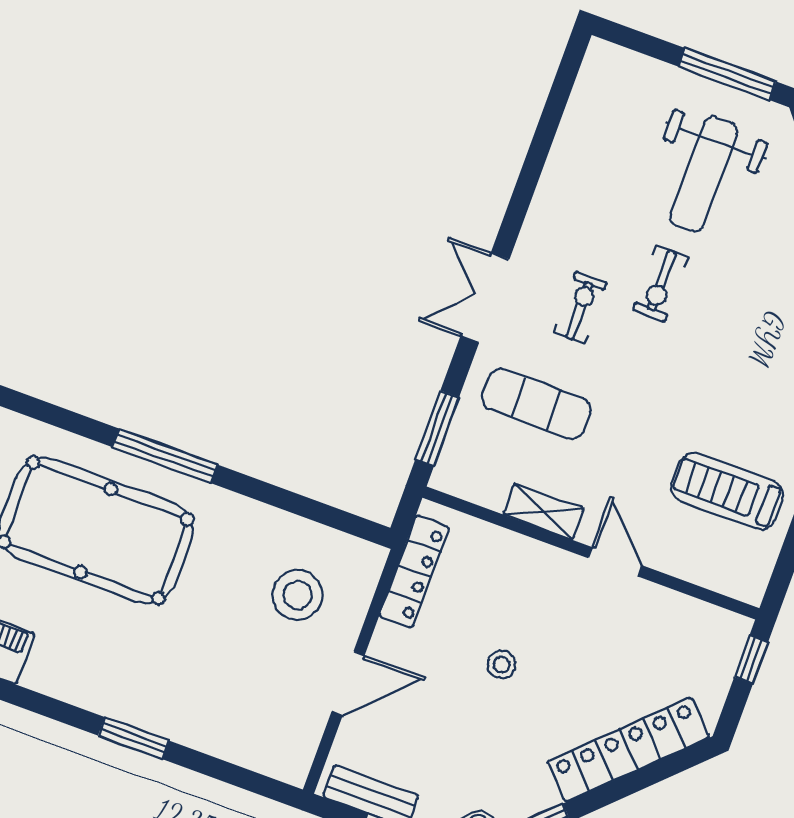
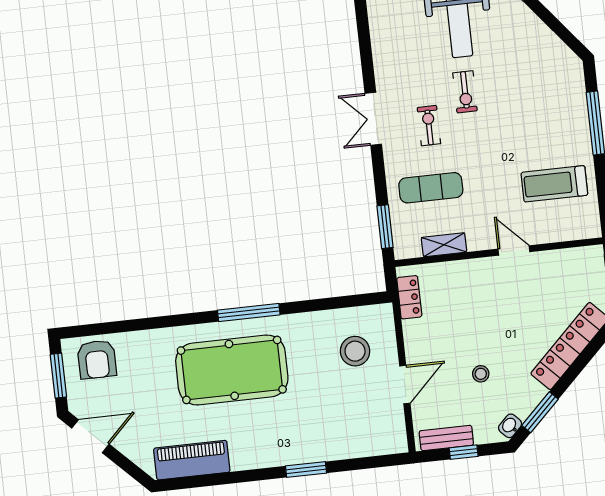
double door: (485, 298) -> (373, 119), moved
shelving: (544, 512) -> (444, 245), moved
locker: (414, 571) -> (409, 297), width x0.66
stool: (501, 665) -> (481, 374), moved

